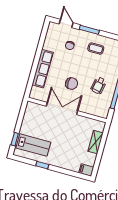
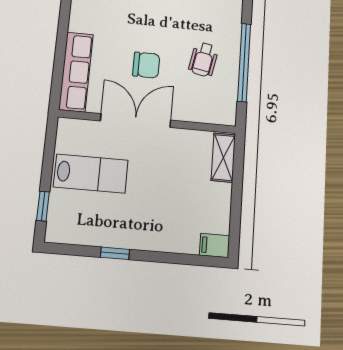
row of seats: (43, 69) -> (76, 72), moved
shelving: (96, 142) -> (223, 158), moved
lab bench: (33, 145) -> (91, 174), moved

